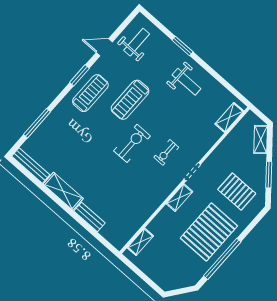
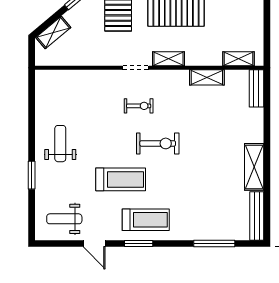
treadmill: (90, 93) -> (146, 220), turned 180
shelving: (229, 118) -> (207, 77), moved
exercise bike: (132, 143) -> (158, 143), turned 180
bench: (89, 217) -> (256, 88), moved

